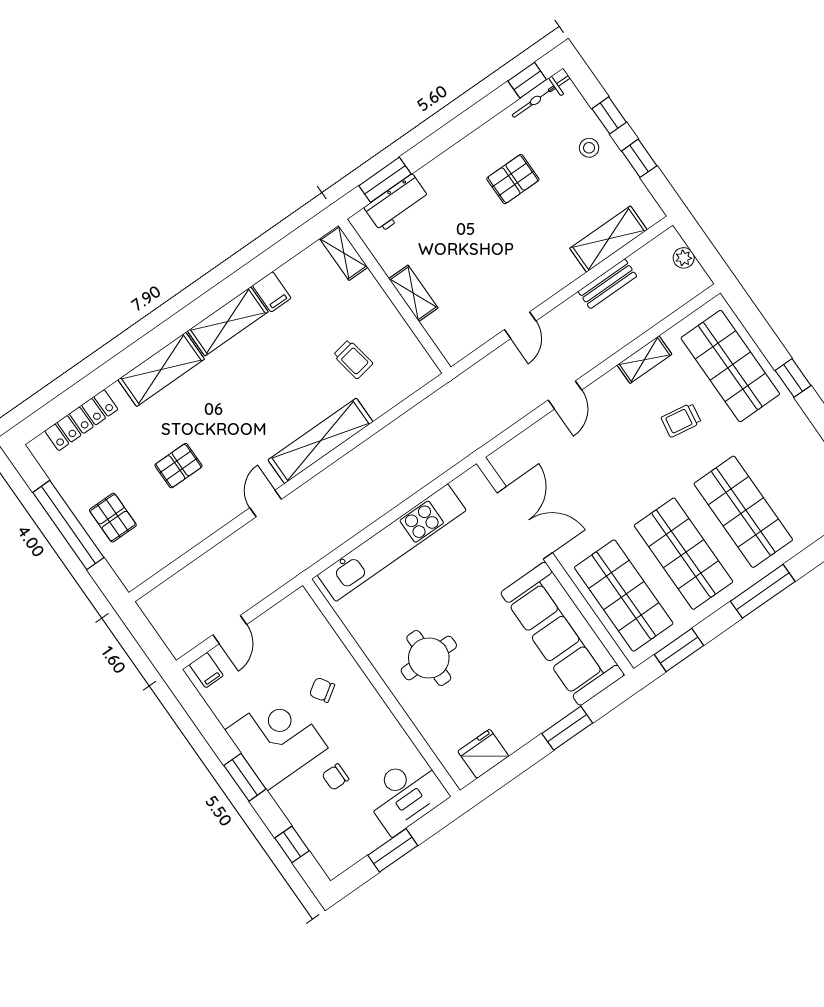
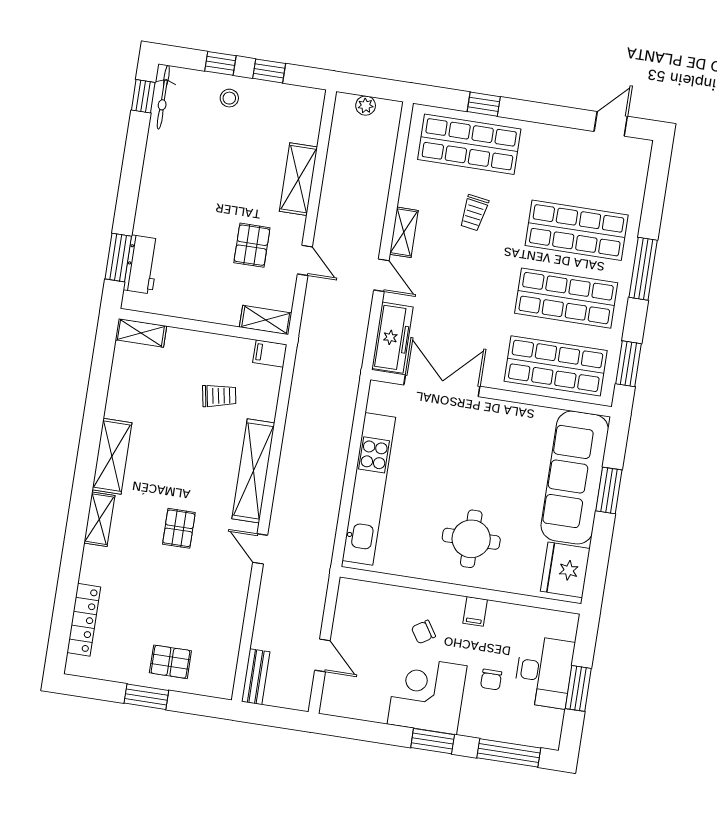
pallet: (513, 179) -> (252, 245), moved
shelving: (608, 239) -> (298, 179), moved
bench: (607, 284) -> (256, 677), moved
filing cabinet: (272, 292) -> (270, 354), moved, turned 180
shelving: (413, 293) -> (266, 320), moved
shelving: (644, 360) -> (404, 232), moved
shelving: (161, 369) -> (99, 519), width x0.67, depth x0.75
window: (793, 378) -> (484, 104), moved
freezer: (525, 449) -> (392, 338), added
pallet: (178, 466) -> (179, 528), moved
window: (68, 525) -> (146, 697), width x0.47
sofa: (562, 634) -> (575, 478), moved, turned 90
filing cabinet: (206, 670) -> (475, 611), moved, turned 90
fridge: (483, 754) -> (565, 570), width x1.36, depth x1.34
desk: (405, 794) -> (544, 672), moved
window: (292, 844) -> (509, 753), width x2.17

